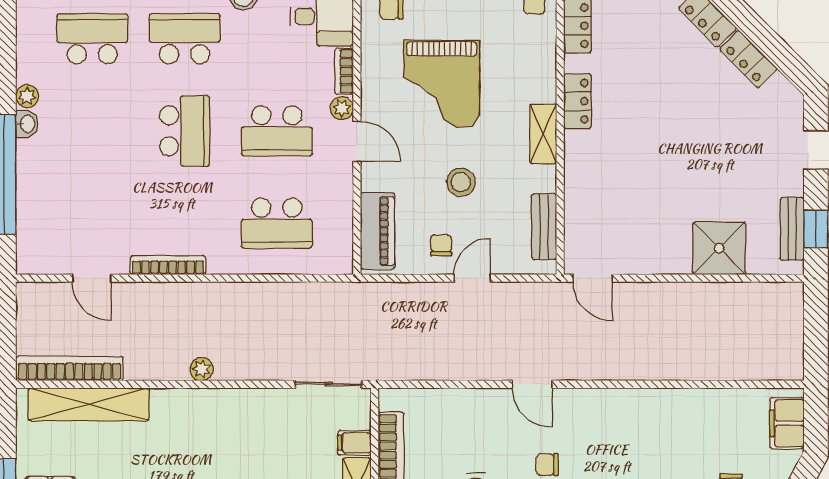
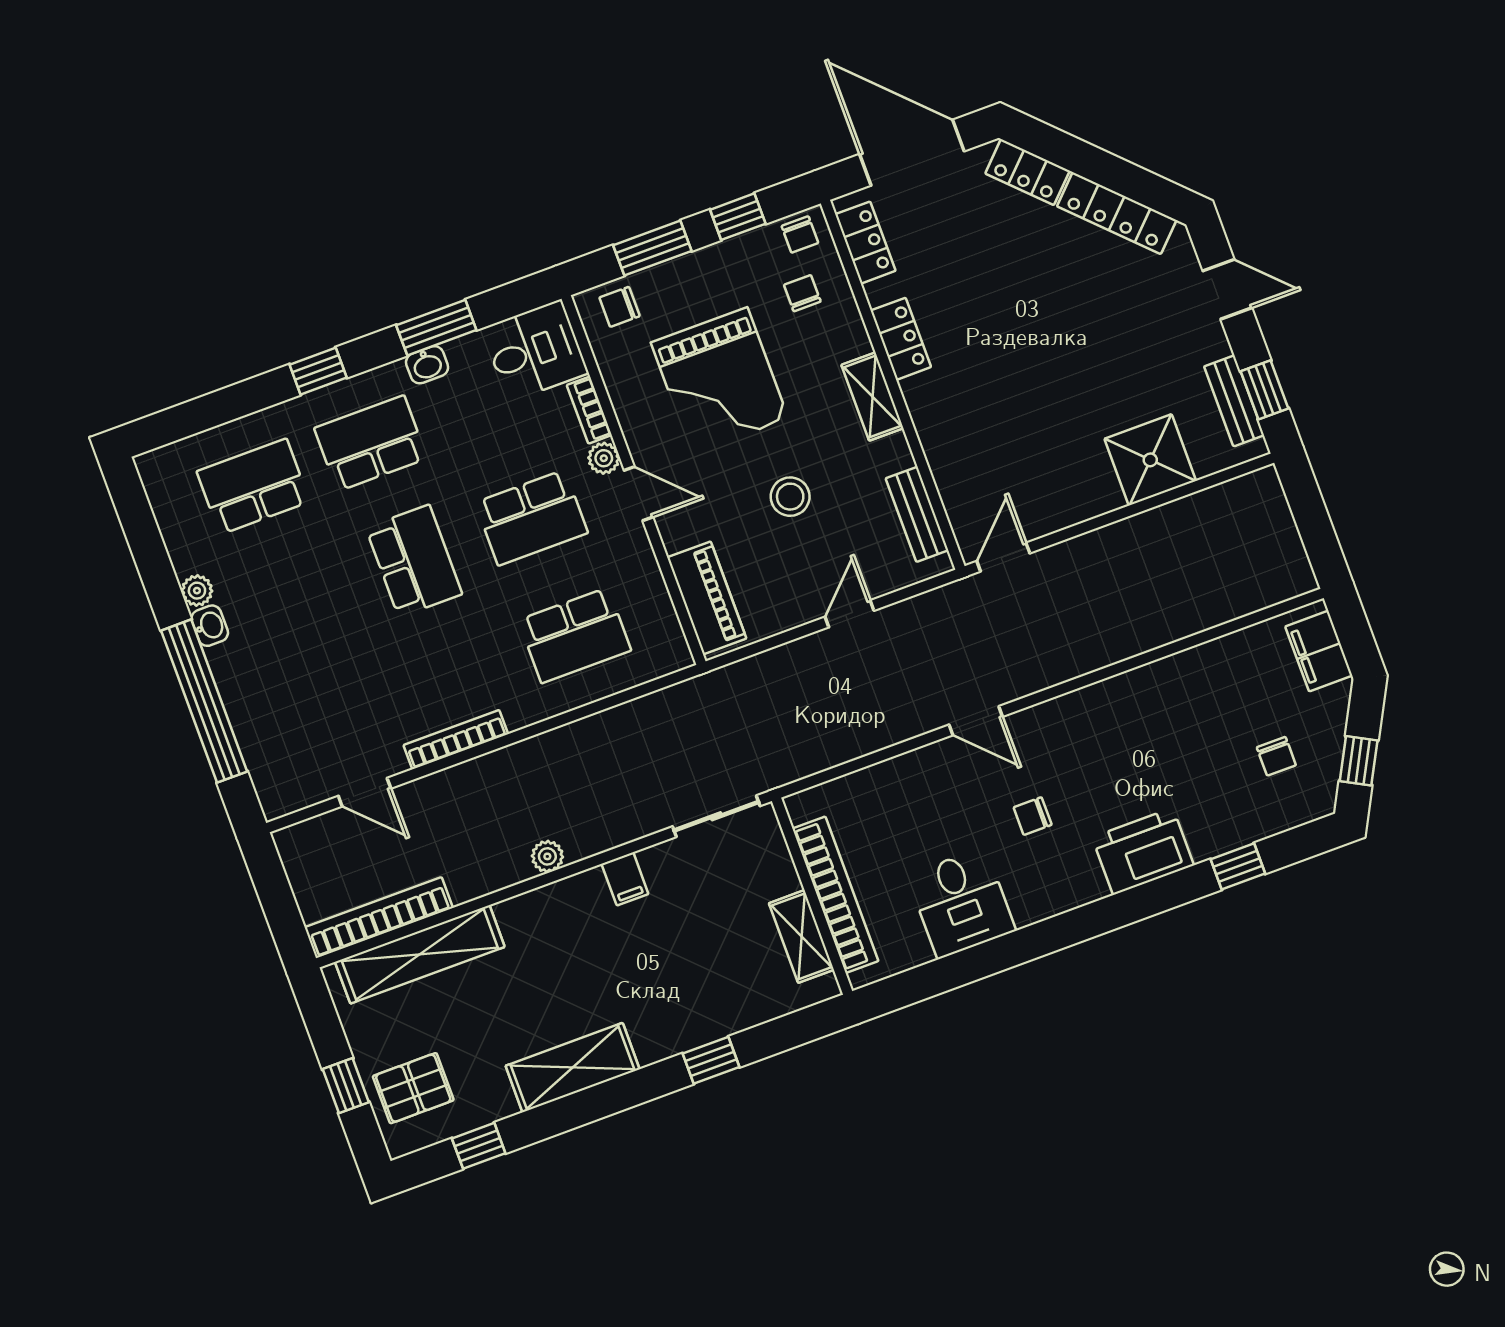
locker: (748, 59) -> (1117, 213), width x1.53
chair: (441, 245) -> (802, 293), moved
door: (593, 278) -> (1003, 557), swing flipped
filing cabinet: (354, 443) -> (625, 879), moved, turned -90

